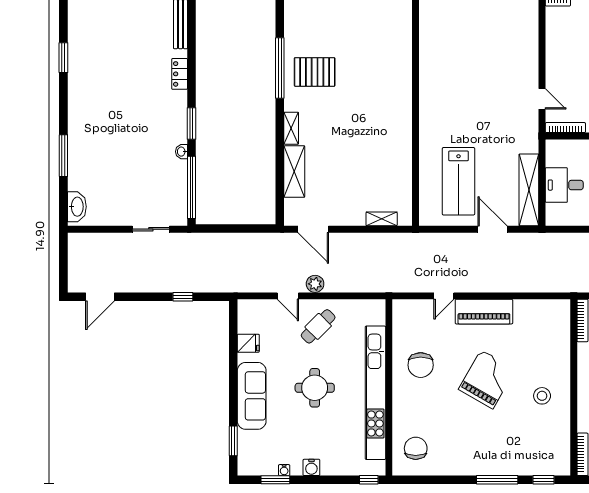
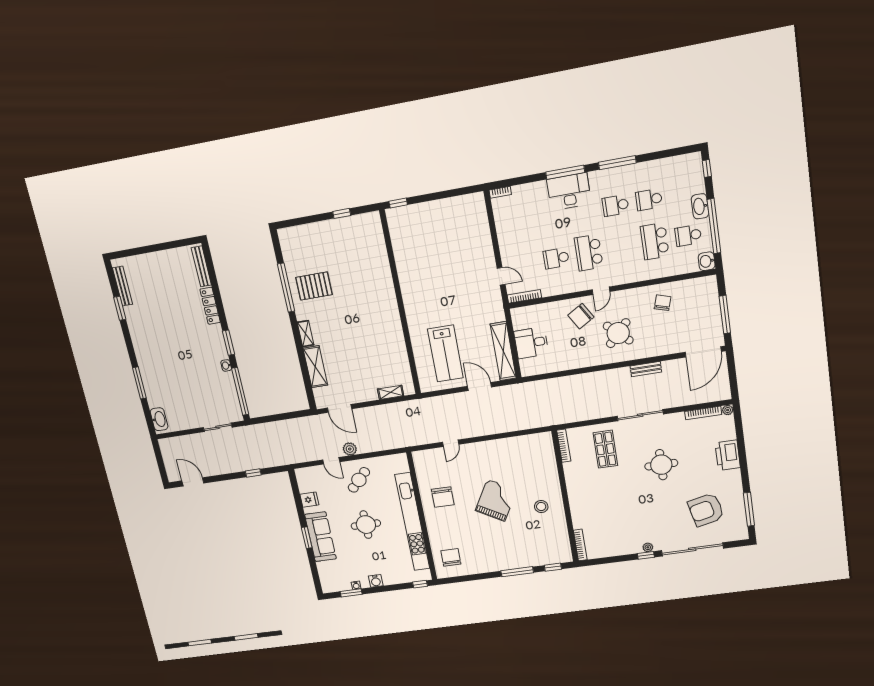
bench: (74, 31) -> (122, 286), added
locker: (180, 74) -> (210, 306), width x1.53
door: (100, 297) -> (193, 482), swing flipped
piano: (484, 312) -> (484, 450), removed
window: (233, 441) -> (307, 538), moved

